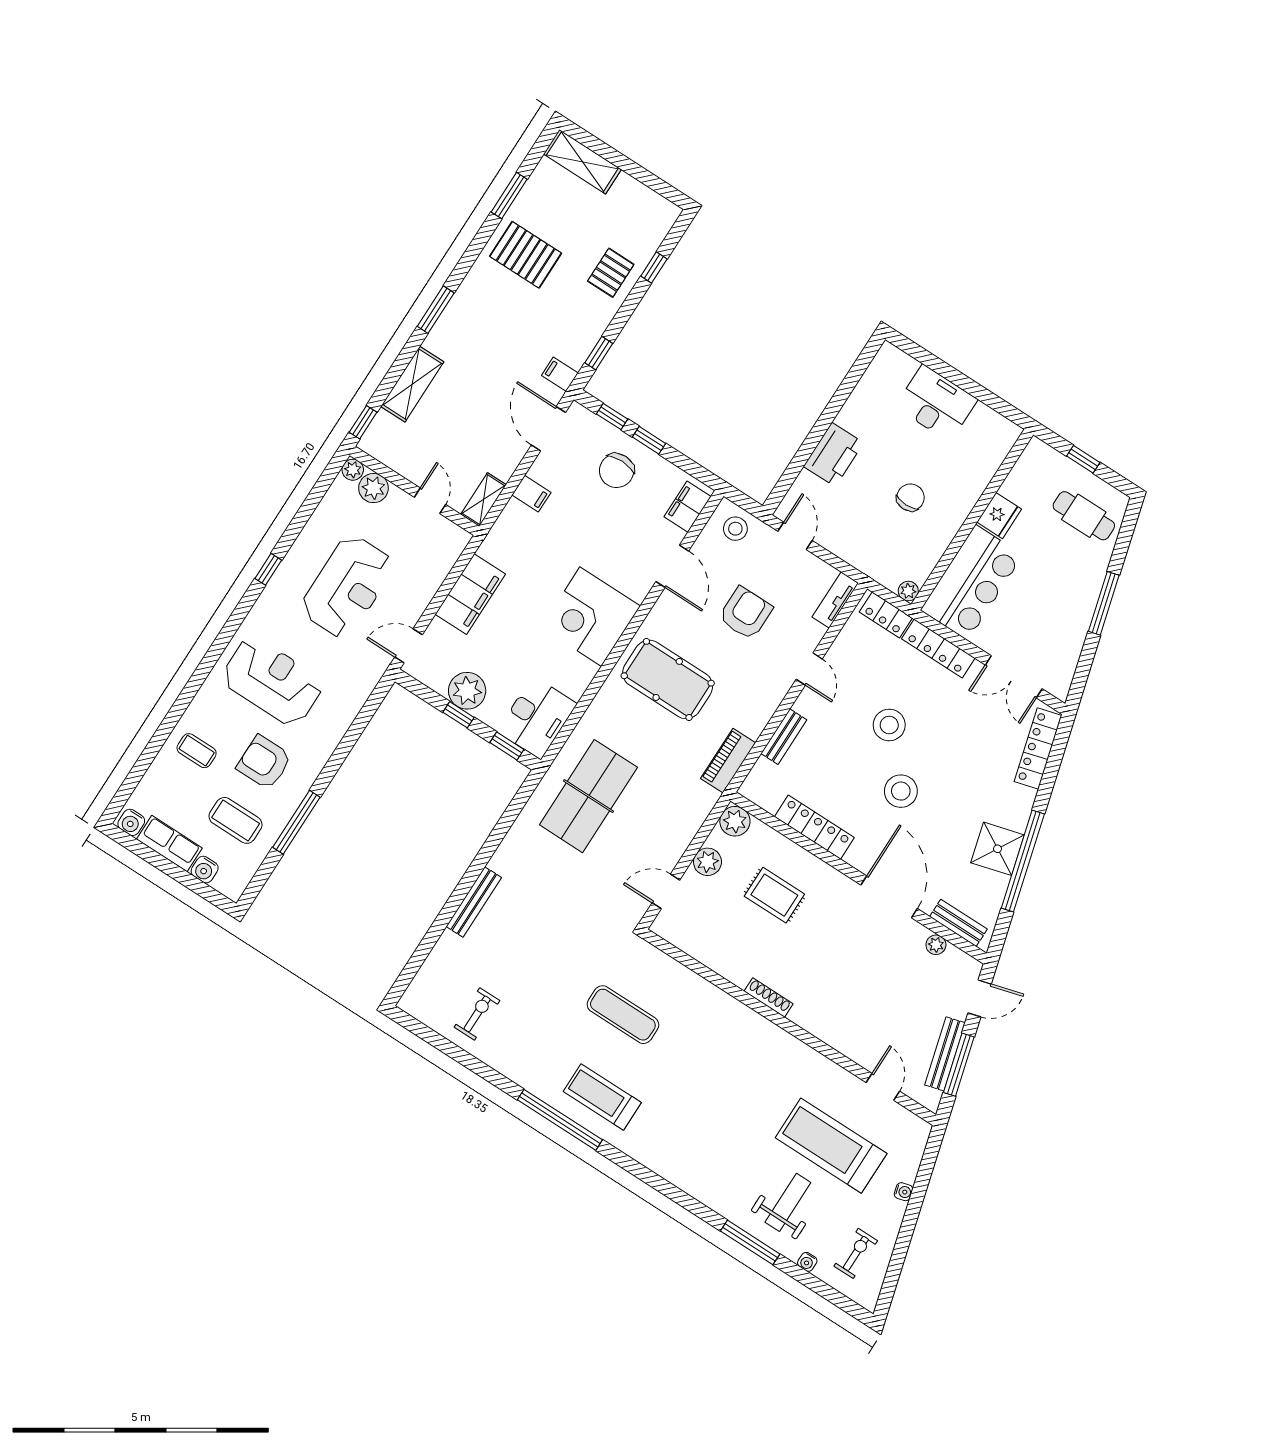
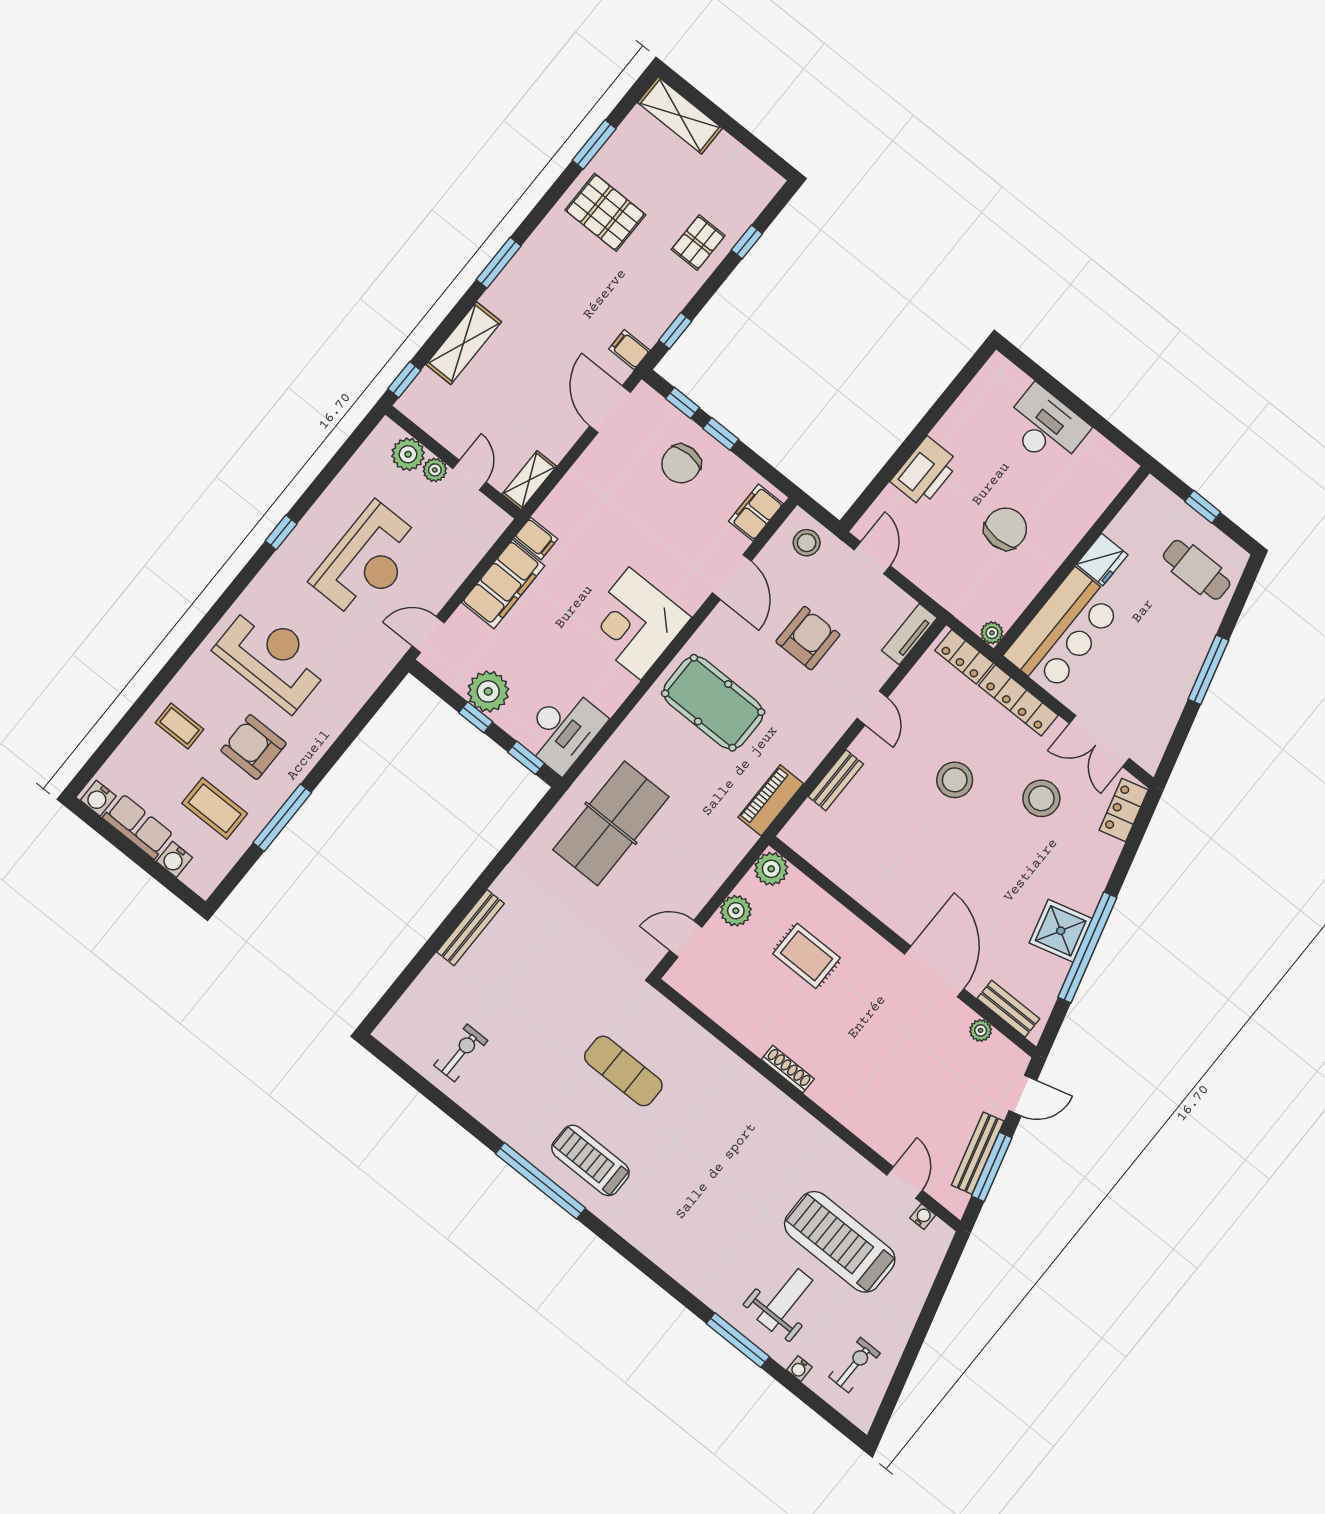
plant: (353, 470) -> (435, 470), moved
filing cabinet: (531, 494) -> (536, 538), moved
chair: (910, 497) -> (1006, 529), width x1.37, depth x1.37
locker: (1038, 748) -> (1124, 810), width x0.66
stool: (901, 791) -> (1041, 798), moved
locker: (814, 827) -> (859, 885), removed
water cooler: (904, 1192) -> (923, 1217), moved, turned -75

